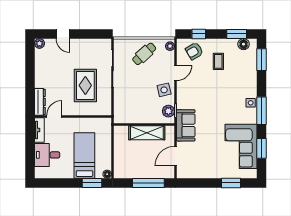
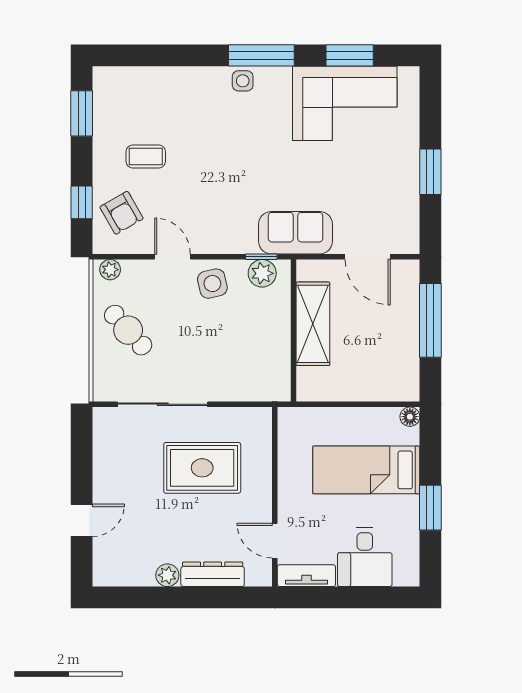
plant: (39, 43) -> (167, 575), moved
floor lamp: (244, 44) -> (105, 97), removed
window: (261, 60) -> (142, 55), removed
dresser: (40, 102) -> (213, 574), moved
window: (92, 183) -> (430, 508), moved
window: (231, 183) -> (430, 172), moved

